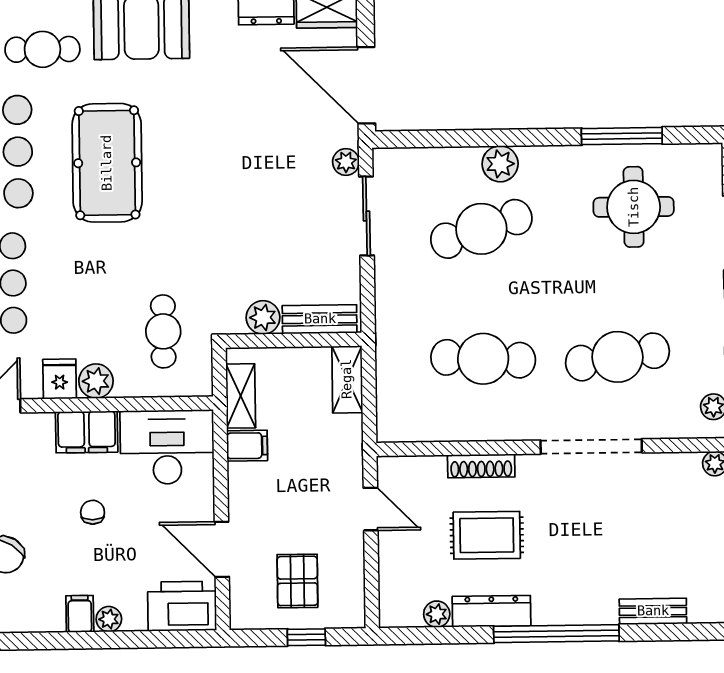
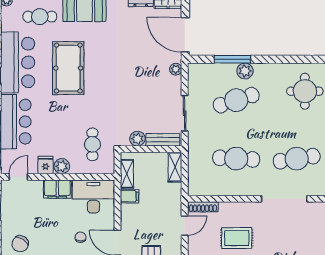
window: (622, 136) -> (232, 59), moved
sliding door: (367, 216) -> (185, 113), moved
shoe rack: (481, 466) -> (203, 207), moved
door: (371, 509) -> (185, 226), hinge flipped
chair: (93, 512) -> (80, 237), moved

